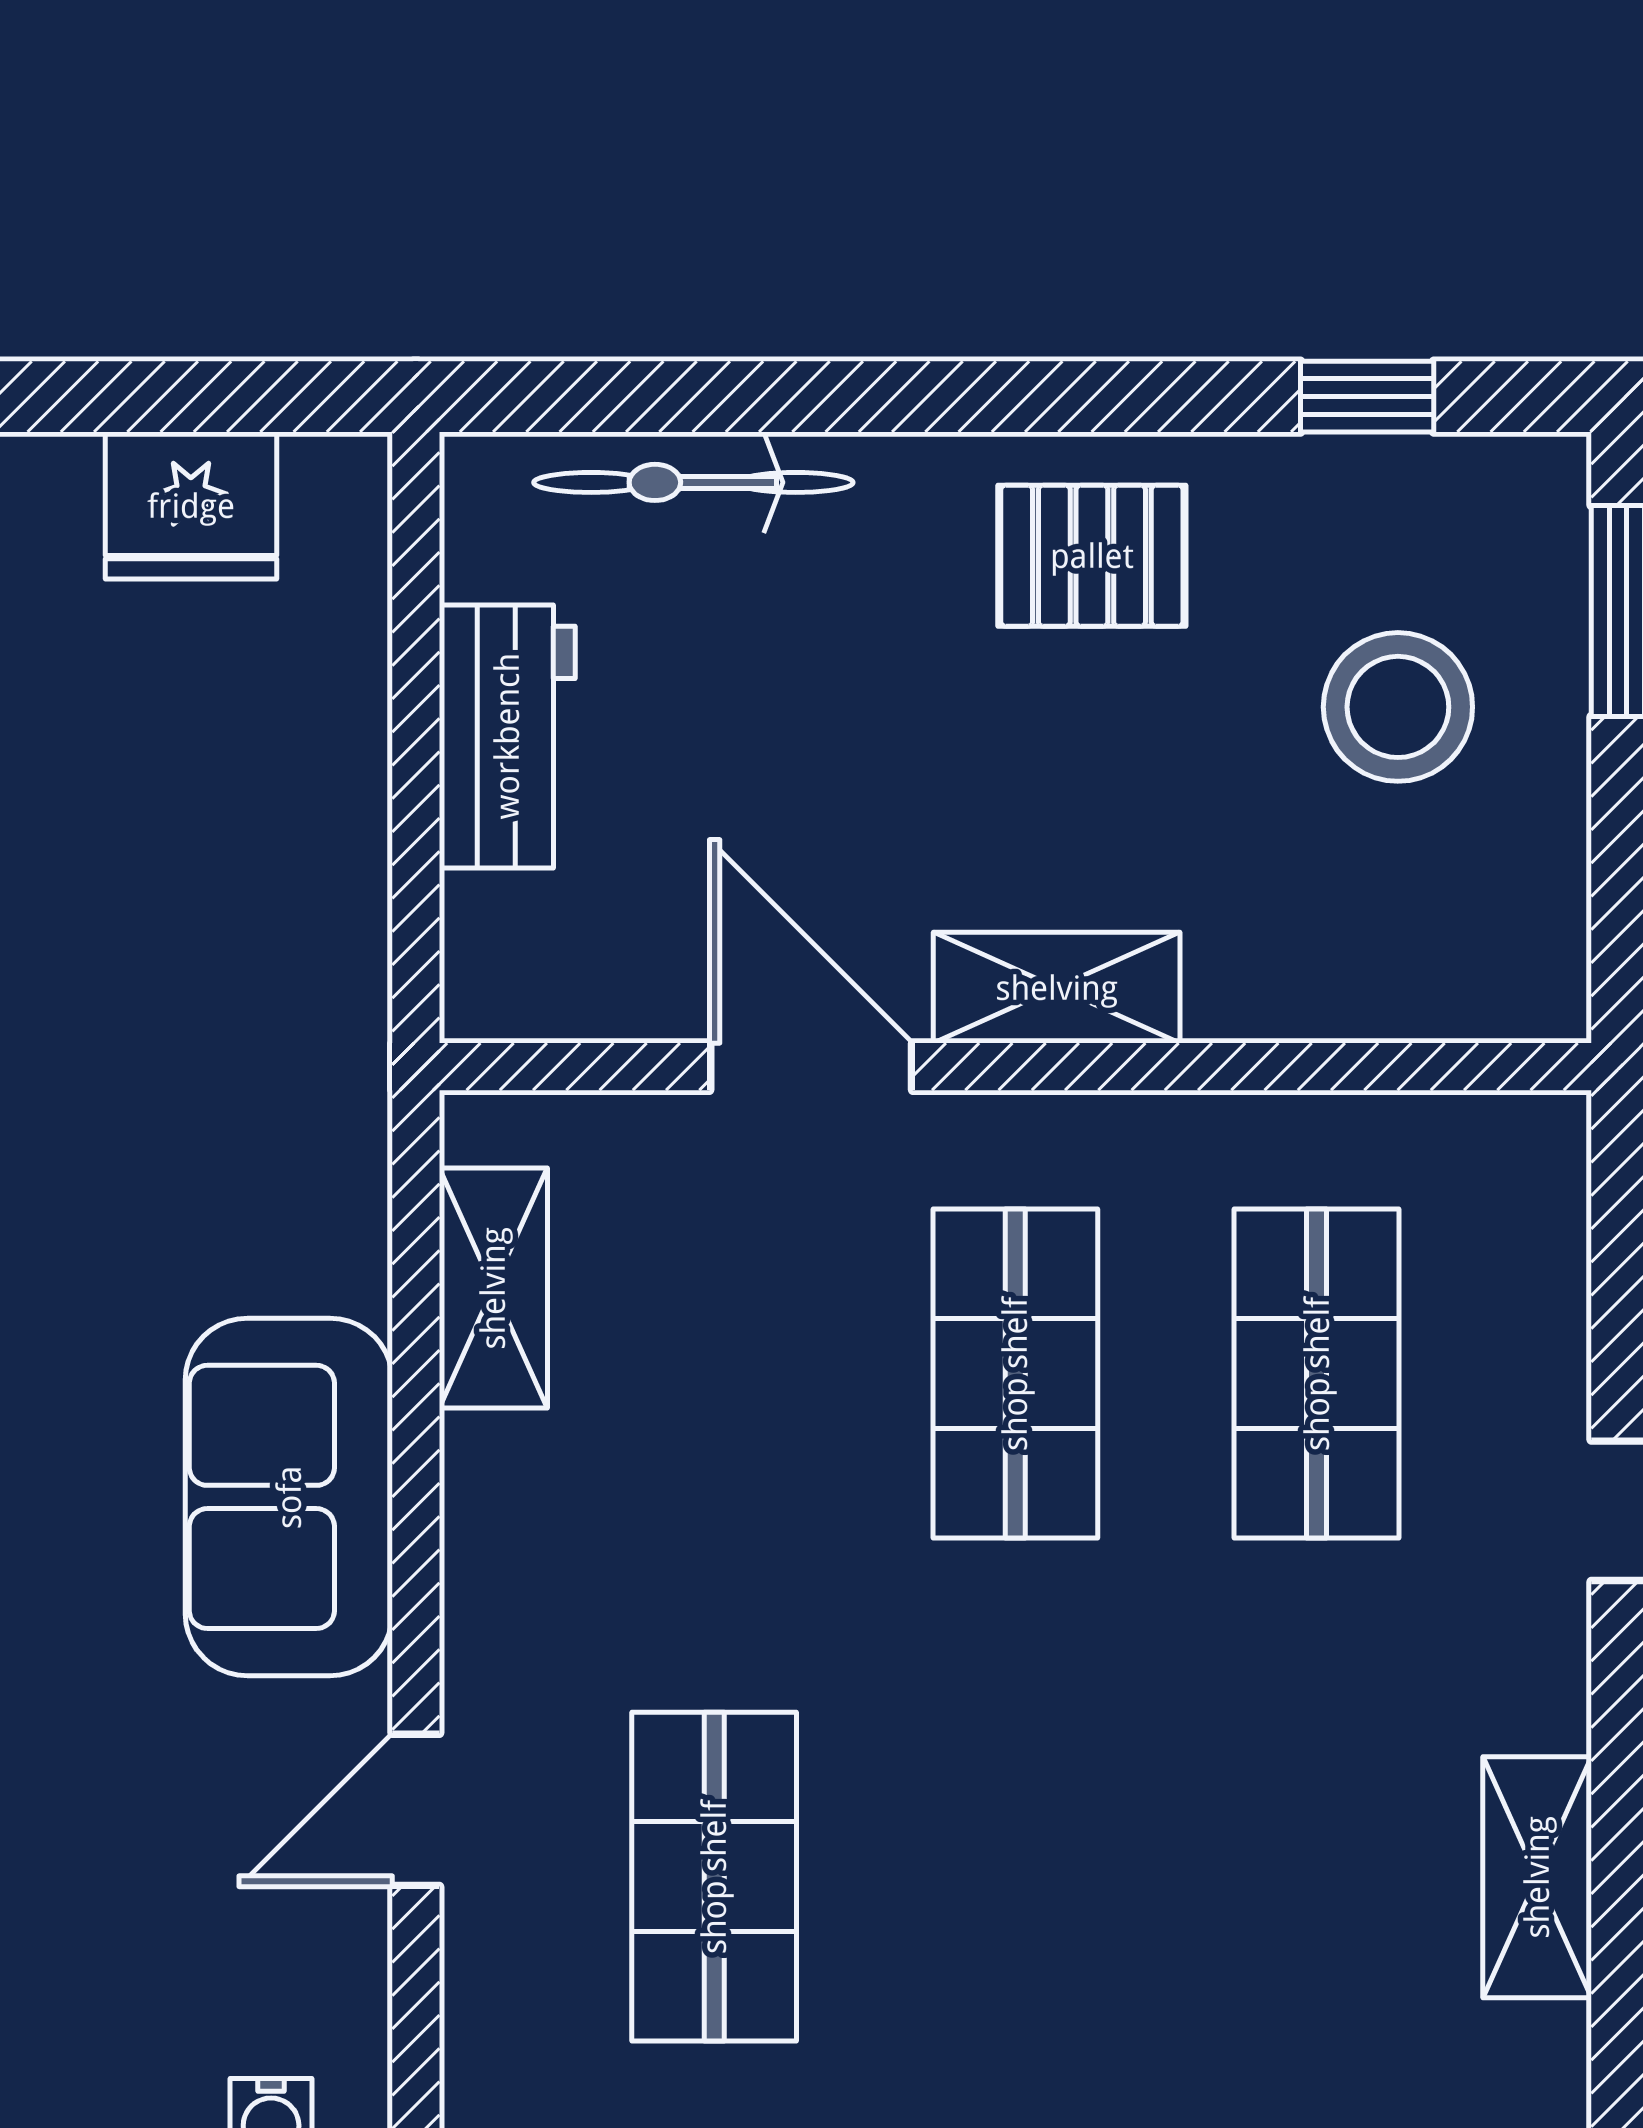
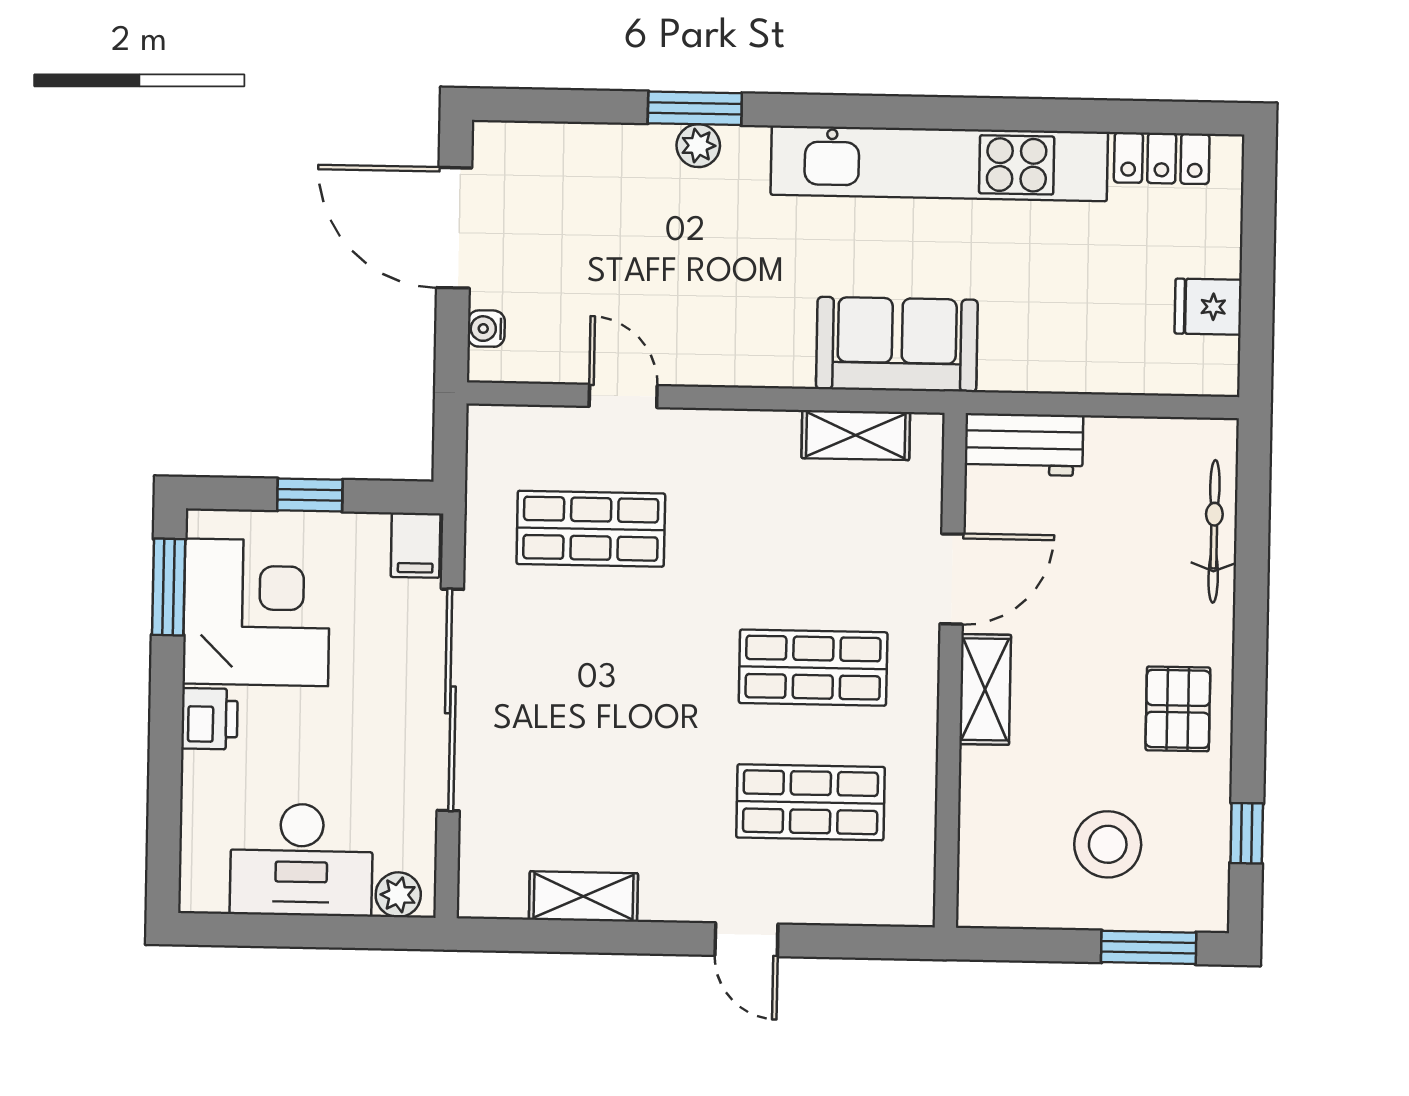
fridge: (191, 506) -> (1208, 307), width x0.72
workbench: (507, 736) -> (1024, 445), moved
sofa: (289, 1497) -> (897, 344), moved

